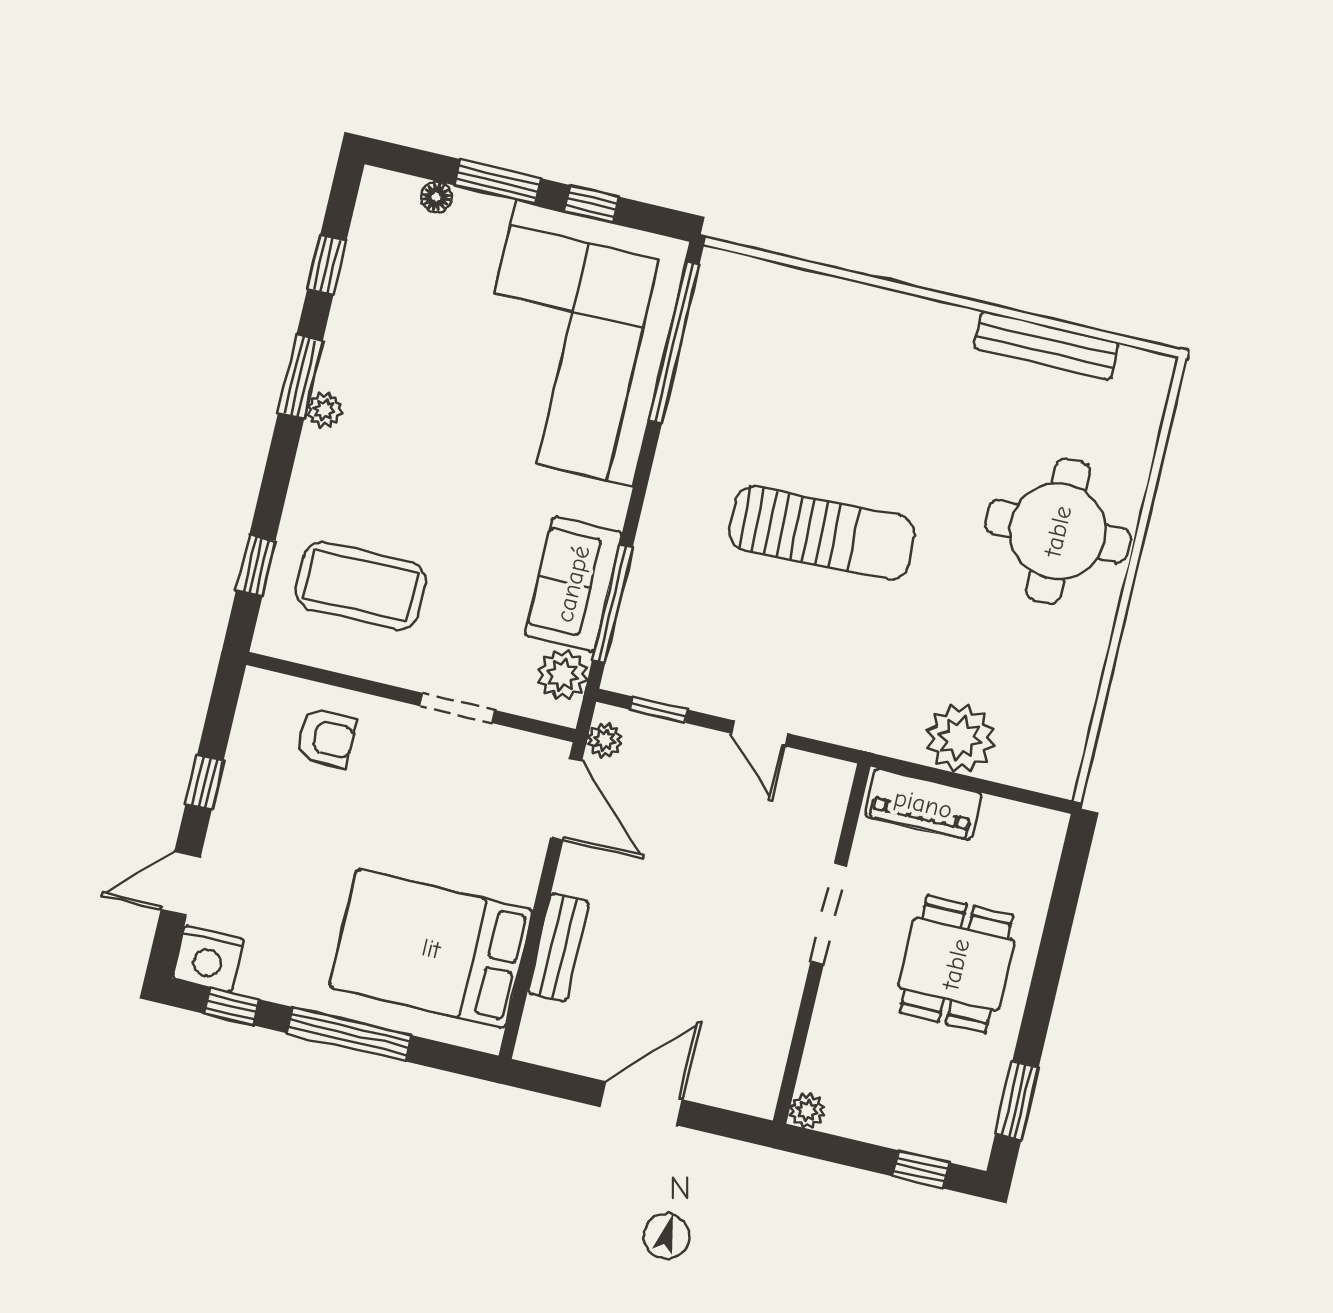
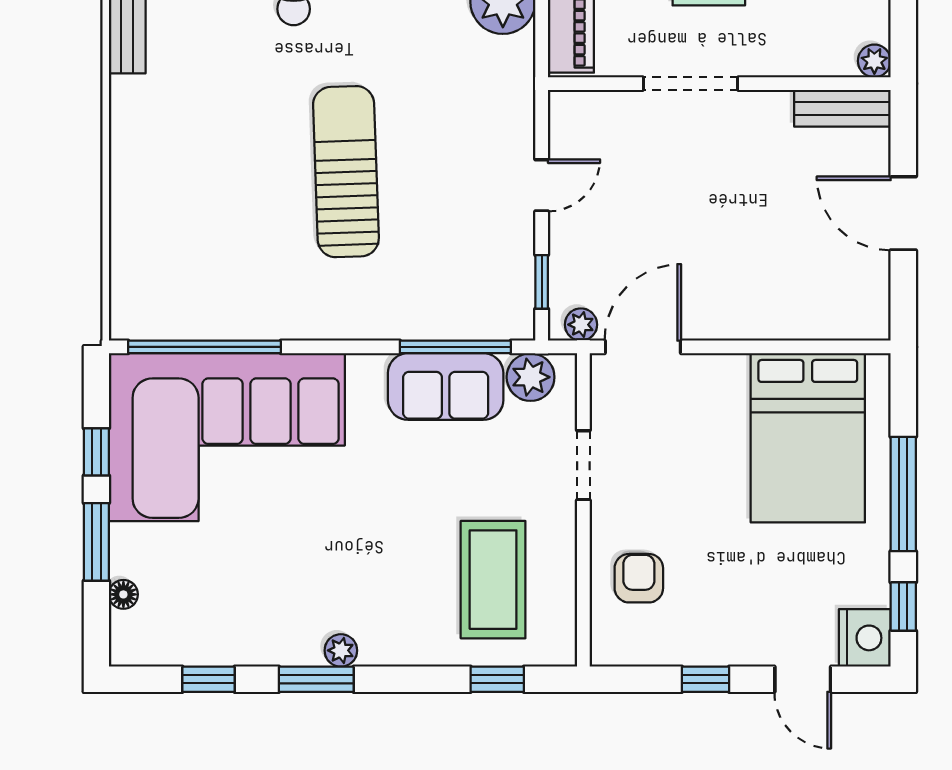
bench: (558, 947) -> (842, 108), moved

